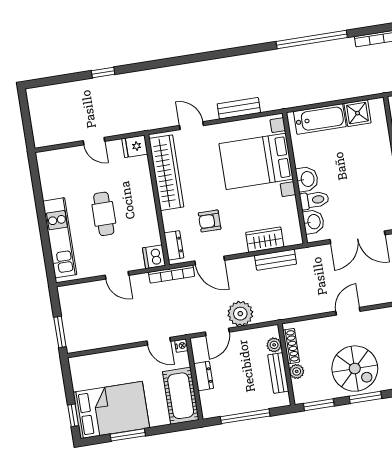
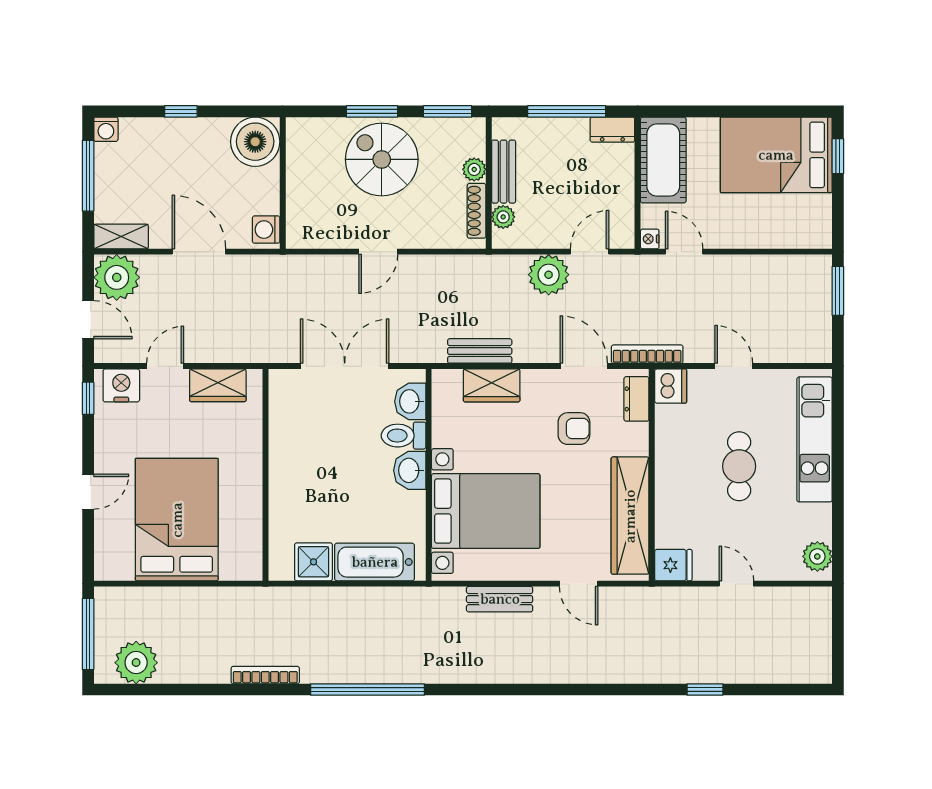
plant: (47, 166) -> (817, 556), added
dresser: (204, 376) -> (612, 130), moved, turned -90
window: (128, 435) -> (757, 111), removed

